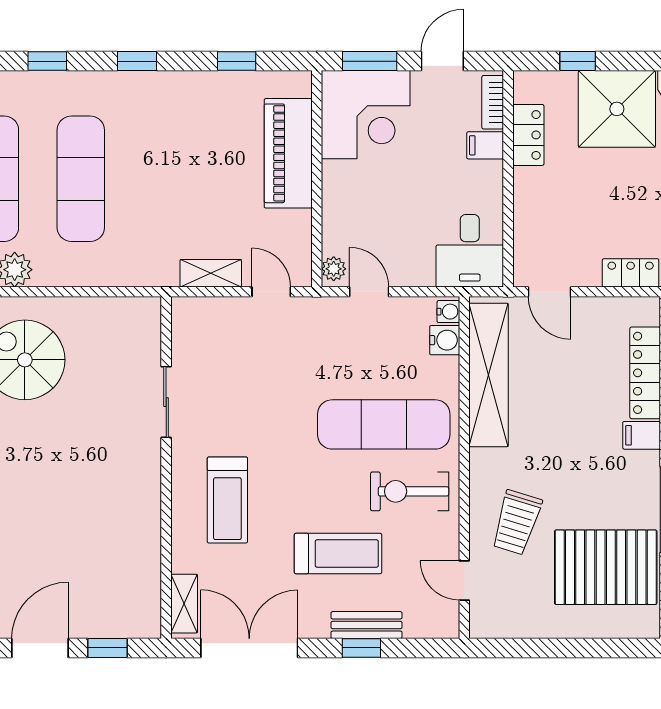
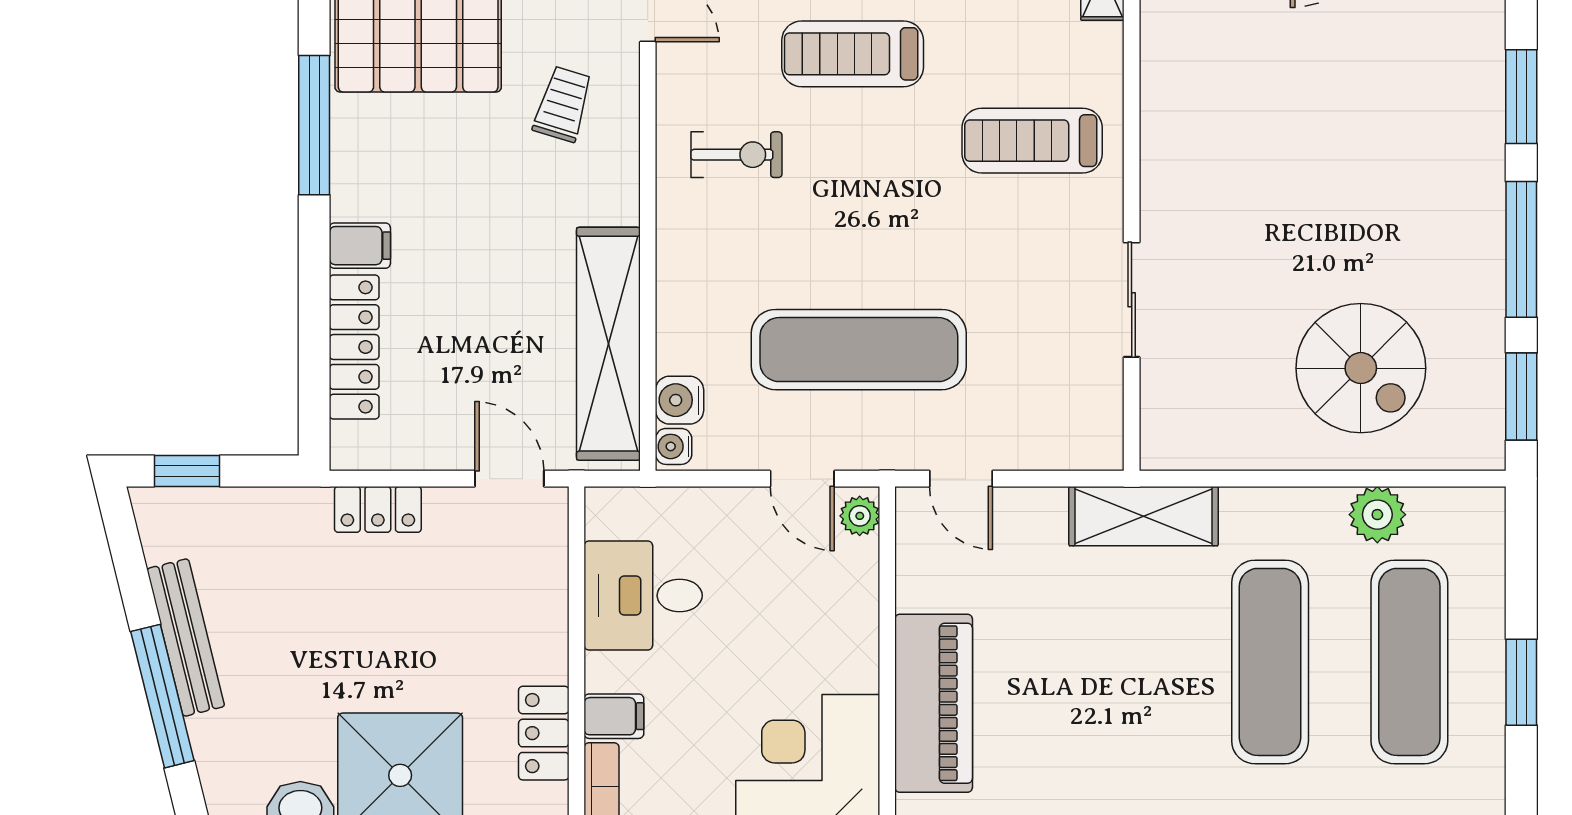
desk: (470, 251) -> (643, 596), moved, turned -90
shelving: (211, 273) -> (1144, 516), moved, width x1.50, depth x1.33
exercise mat: (384, 424) -> (859, 350), moved
exercise bike: (410, 491) -> (736, 155), width x0.73, depth x0.72
treadmill: (227, 500) -> (1032, 141), turned -90
trolley: (517, 522) -> (563, 104), width x0.73, depth x0.72

